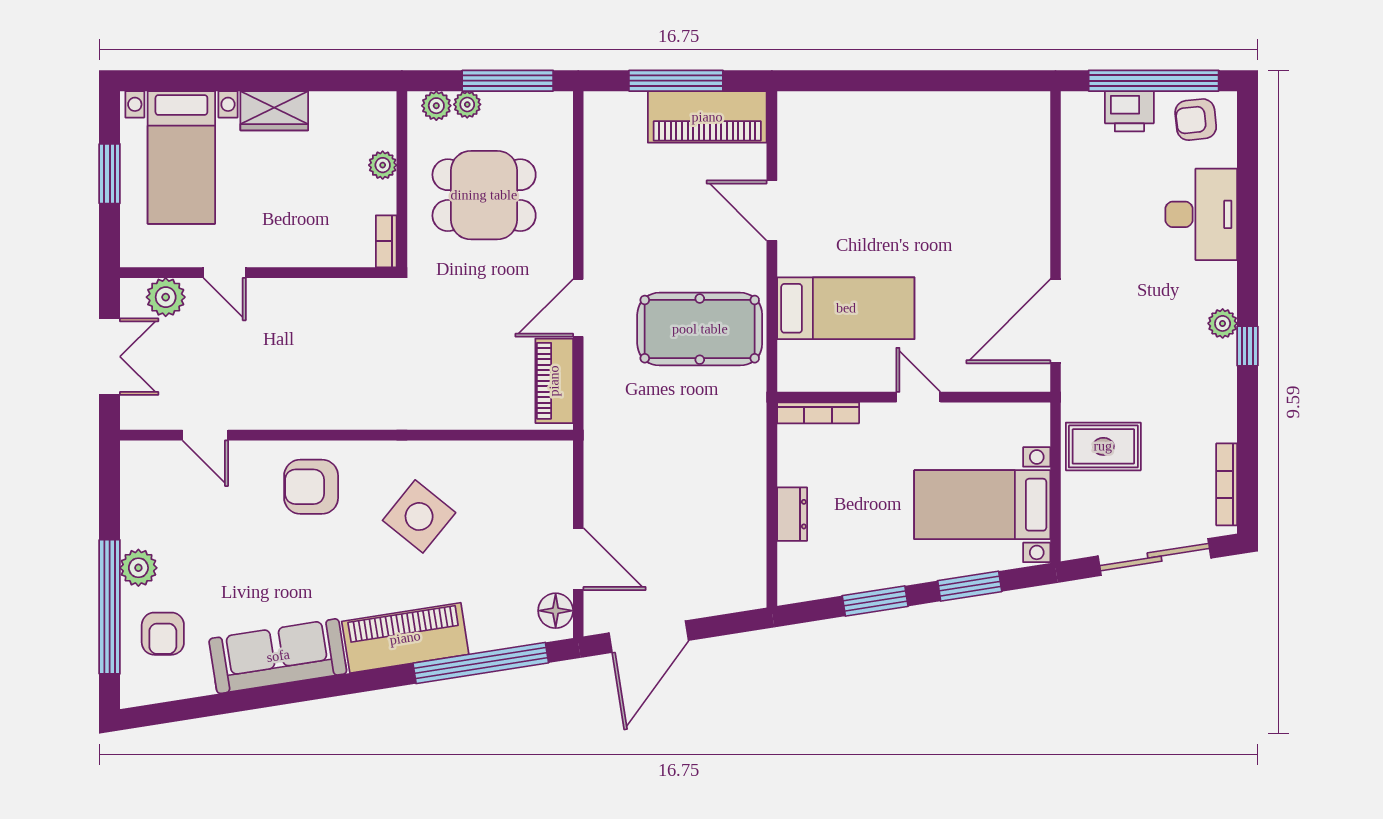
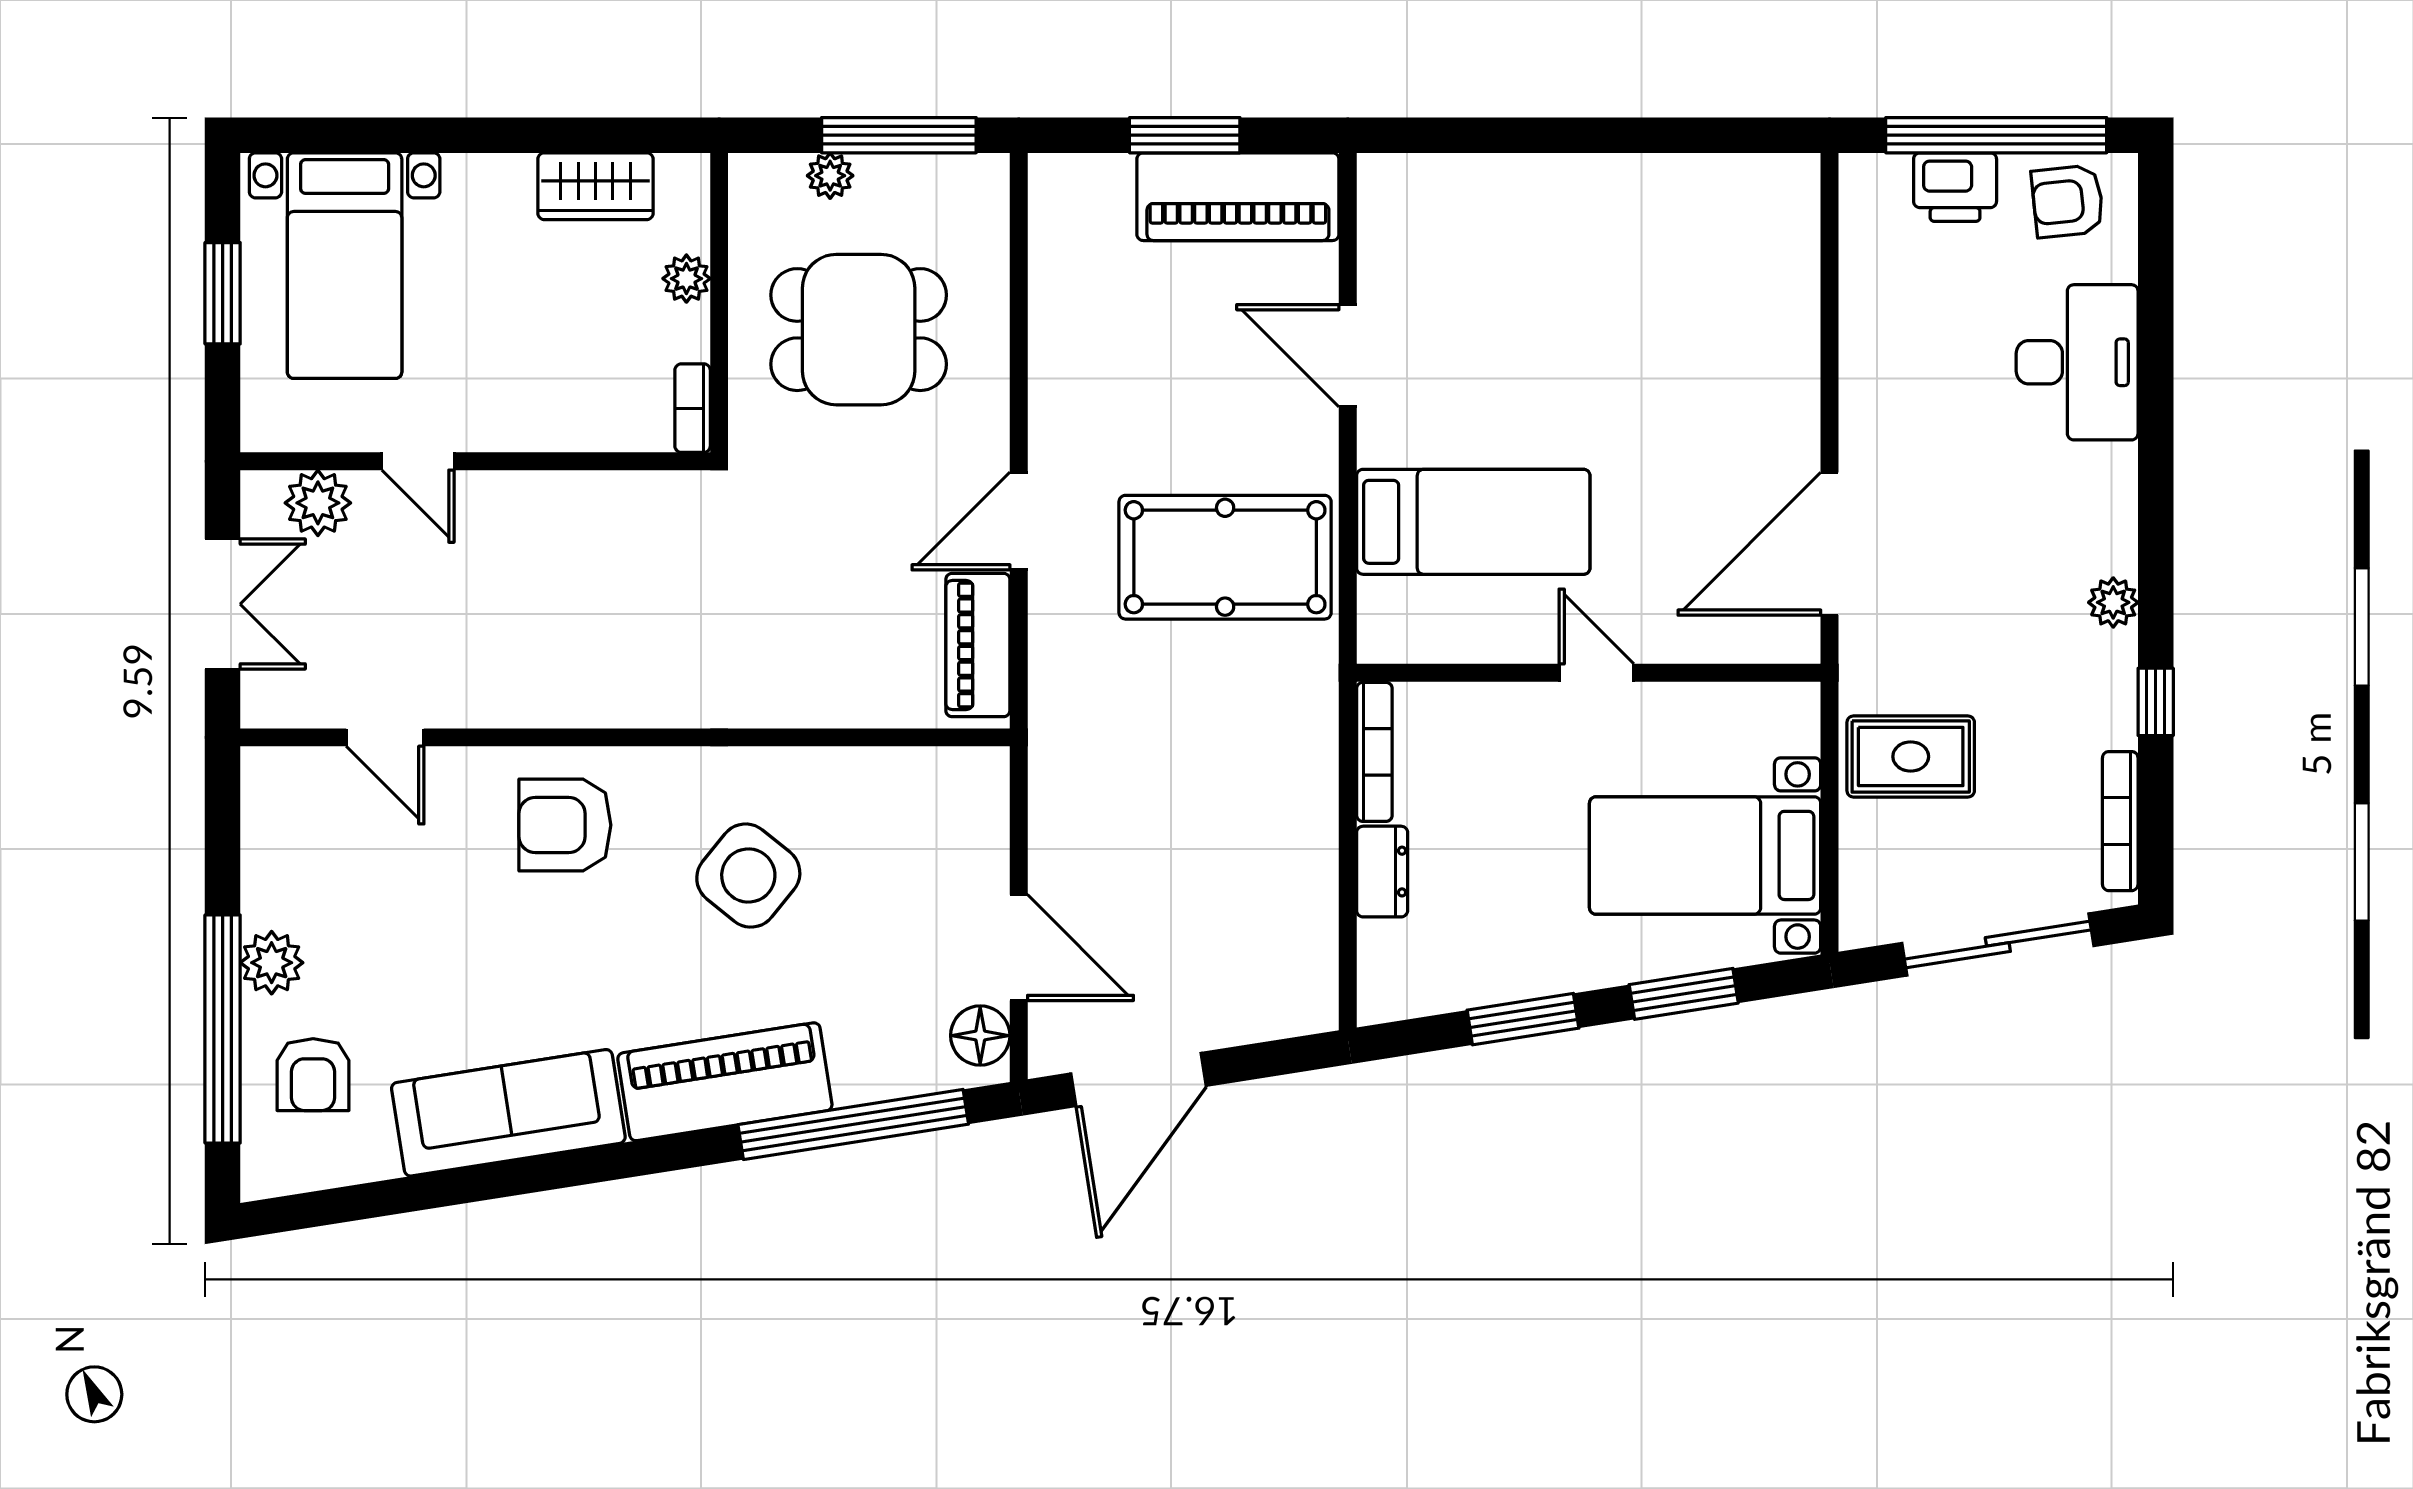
window: (676, 81) -> (1185, 135), width x0.69
plant: (436, 106) -> (778, 178), removed
wardrobe: (274, 111) -> (595, 186), moved
plant: (1223, 323) -> (2113, 602), moved
window: (1247, 346) -> (2156, 702), moved
bookcase: (818, 413) -> (1374, 752), moved, turned -90

